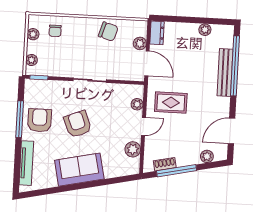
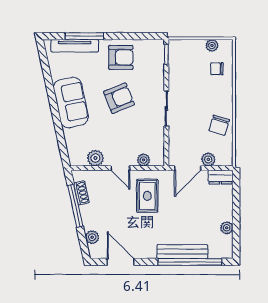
plant: (32, 60) -> (184, 45), removed
window: (20, 119) -> (84, 36), moved

